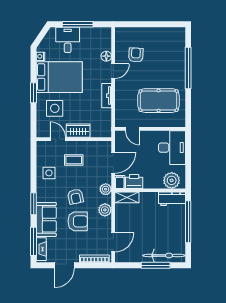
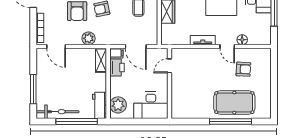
pool table: (159, 101) -> (234, 103), moved, turned 90
plant: (106, 189) -> (109, 39), removed
bicycle: (164, 255) -> (57, 112), moved, turned -90

